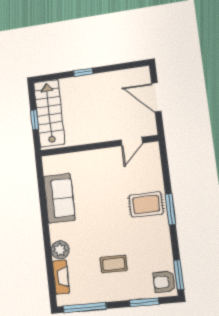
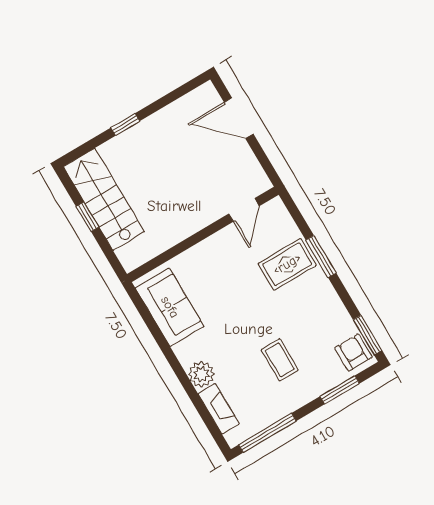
door: (132, 141) -> (244, 210), moved
wall: (99, 146) -> (203, 234), moved
coffee table: (114, 264) -> (280, 360), turned 90
armchair: (164, 282) -> (353, 352), turned 90

